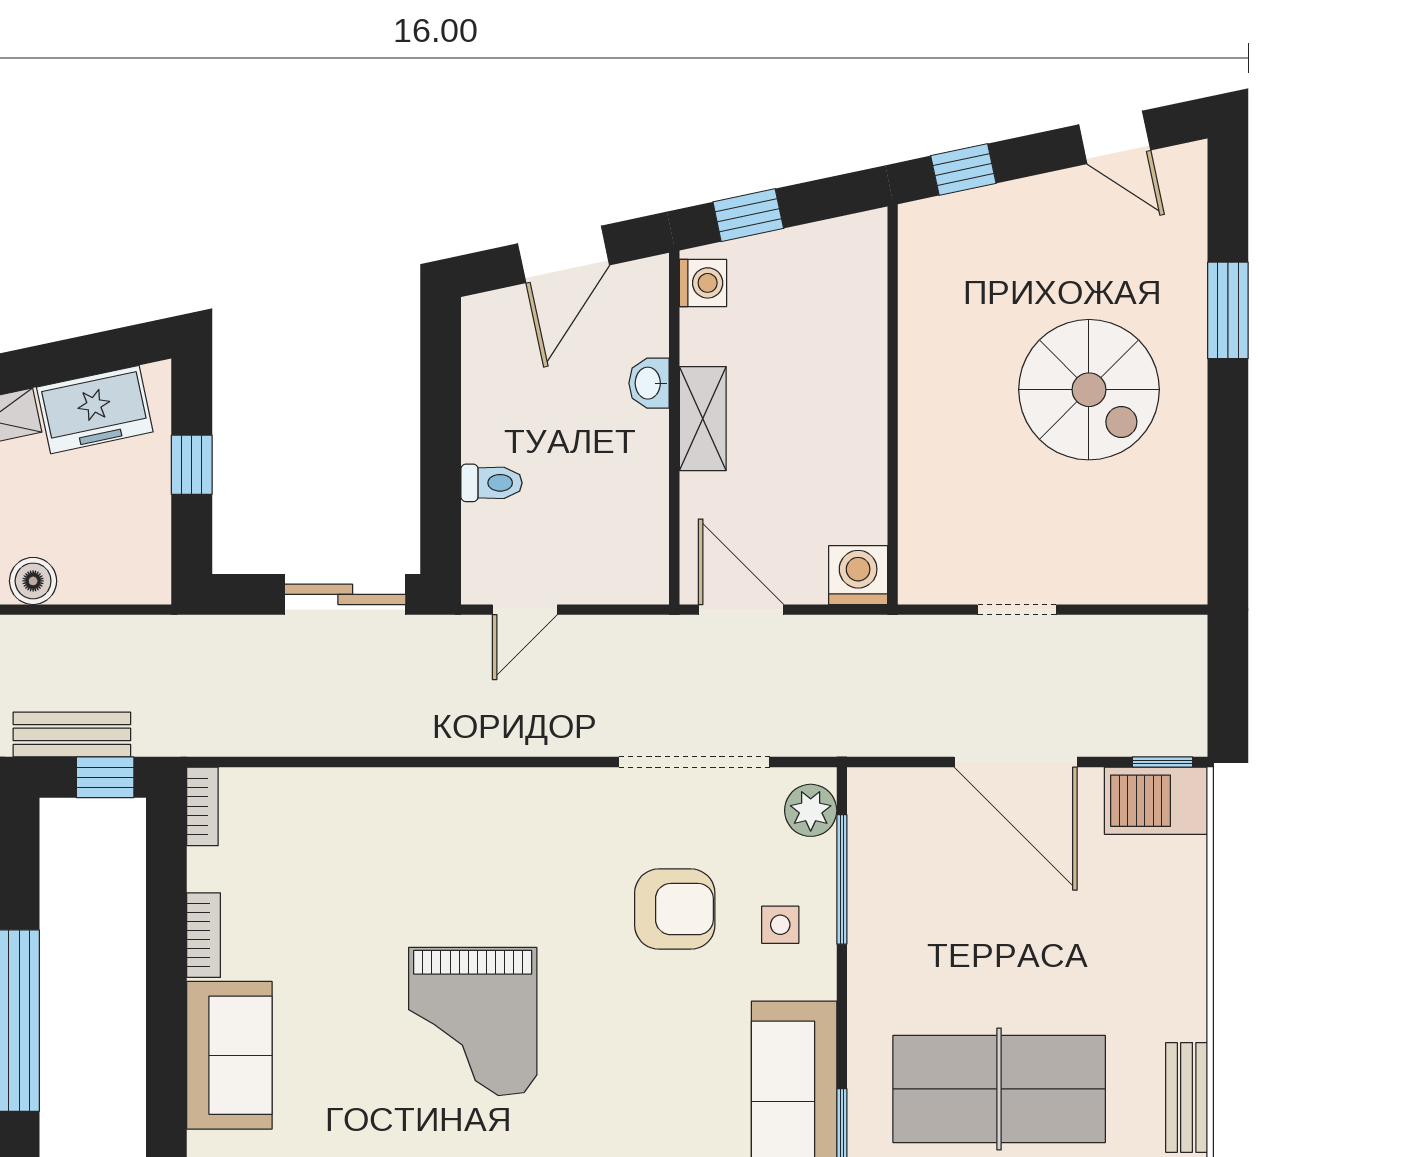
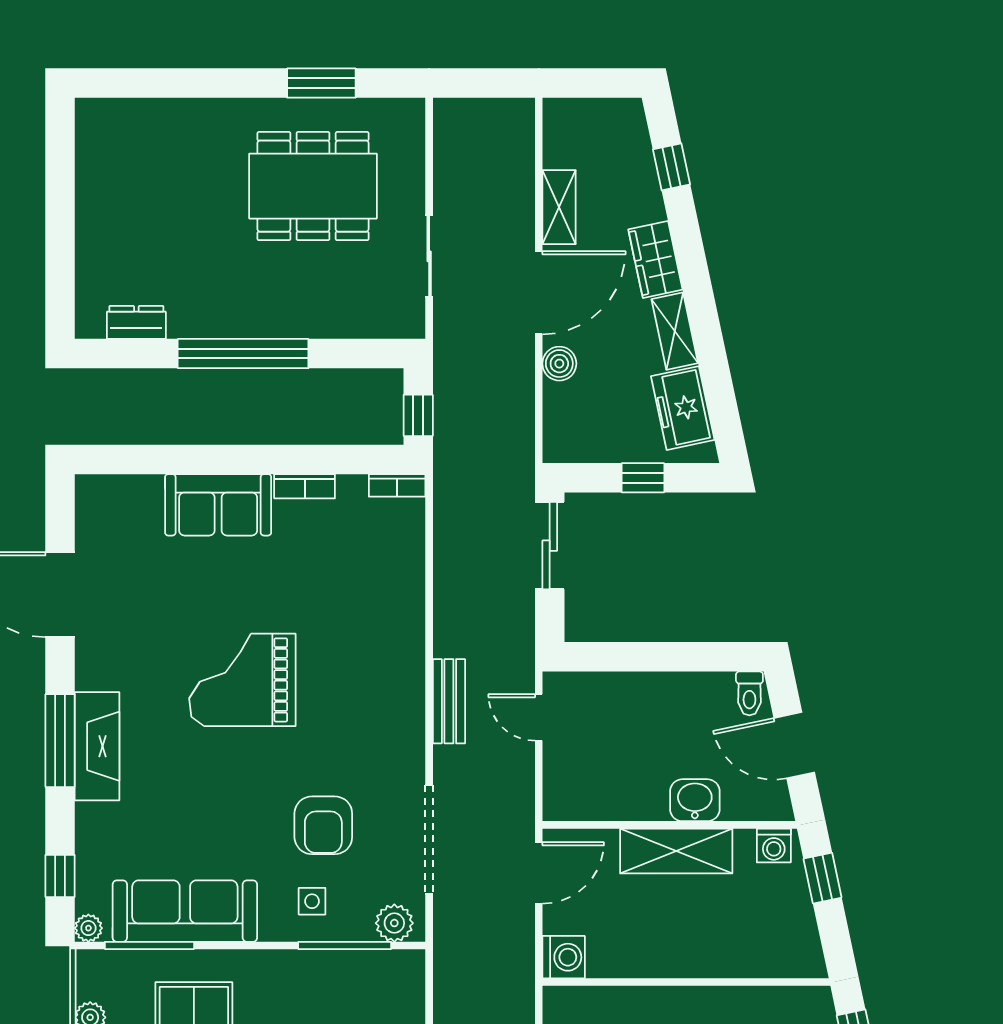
washbasin: (649, 383) -> (695, 800), width x1.38, depth x1.45
shelving: (703, 419) -> (676, 851), width x1.50, depth x1.33
toilet: (492, 483) -> (749, 693), moved
sliding door: (345, 594) -> (550, 546), moved
bench: (72, 734) -> (449, 701), moved

